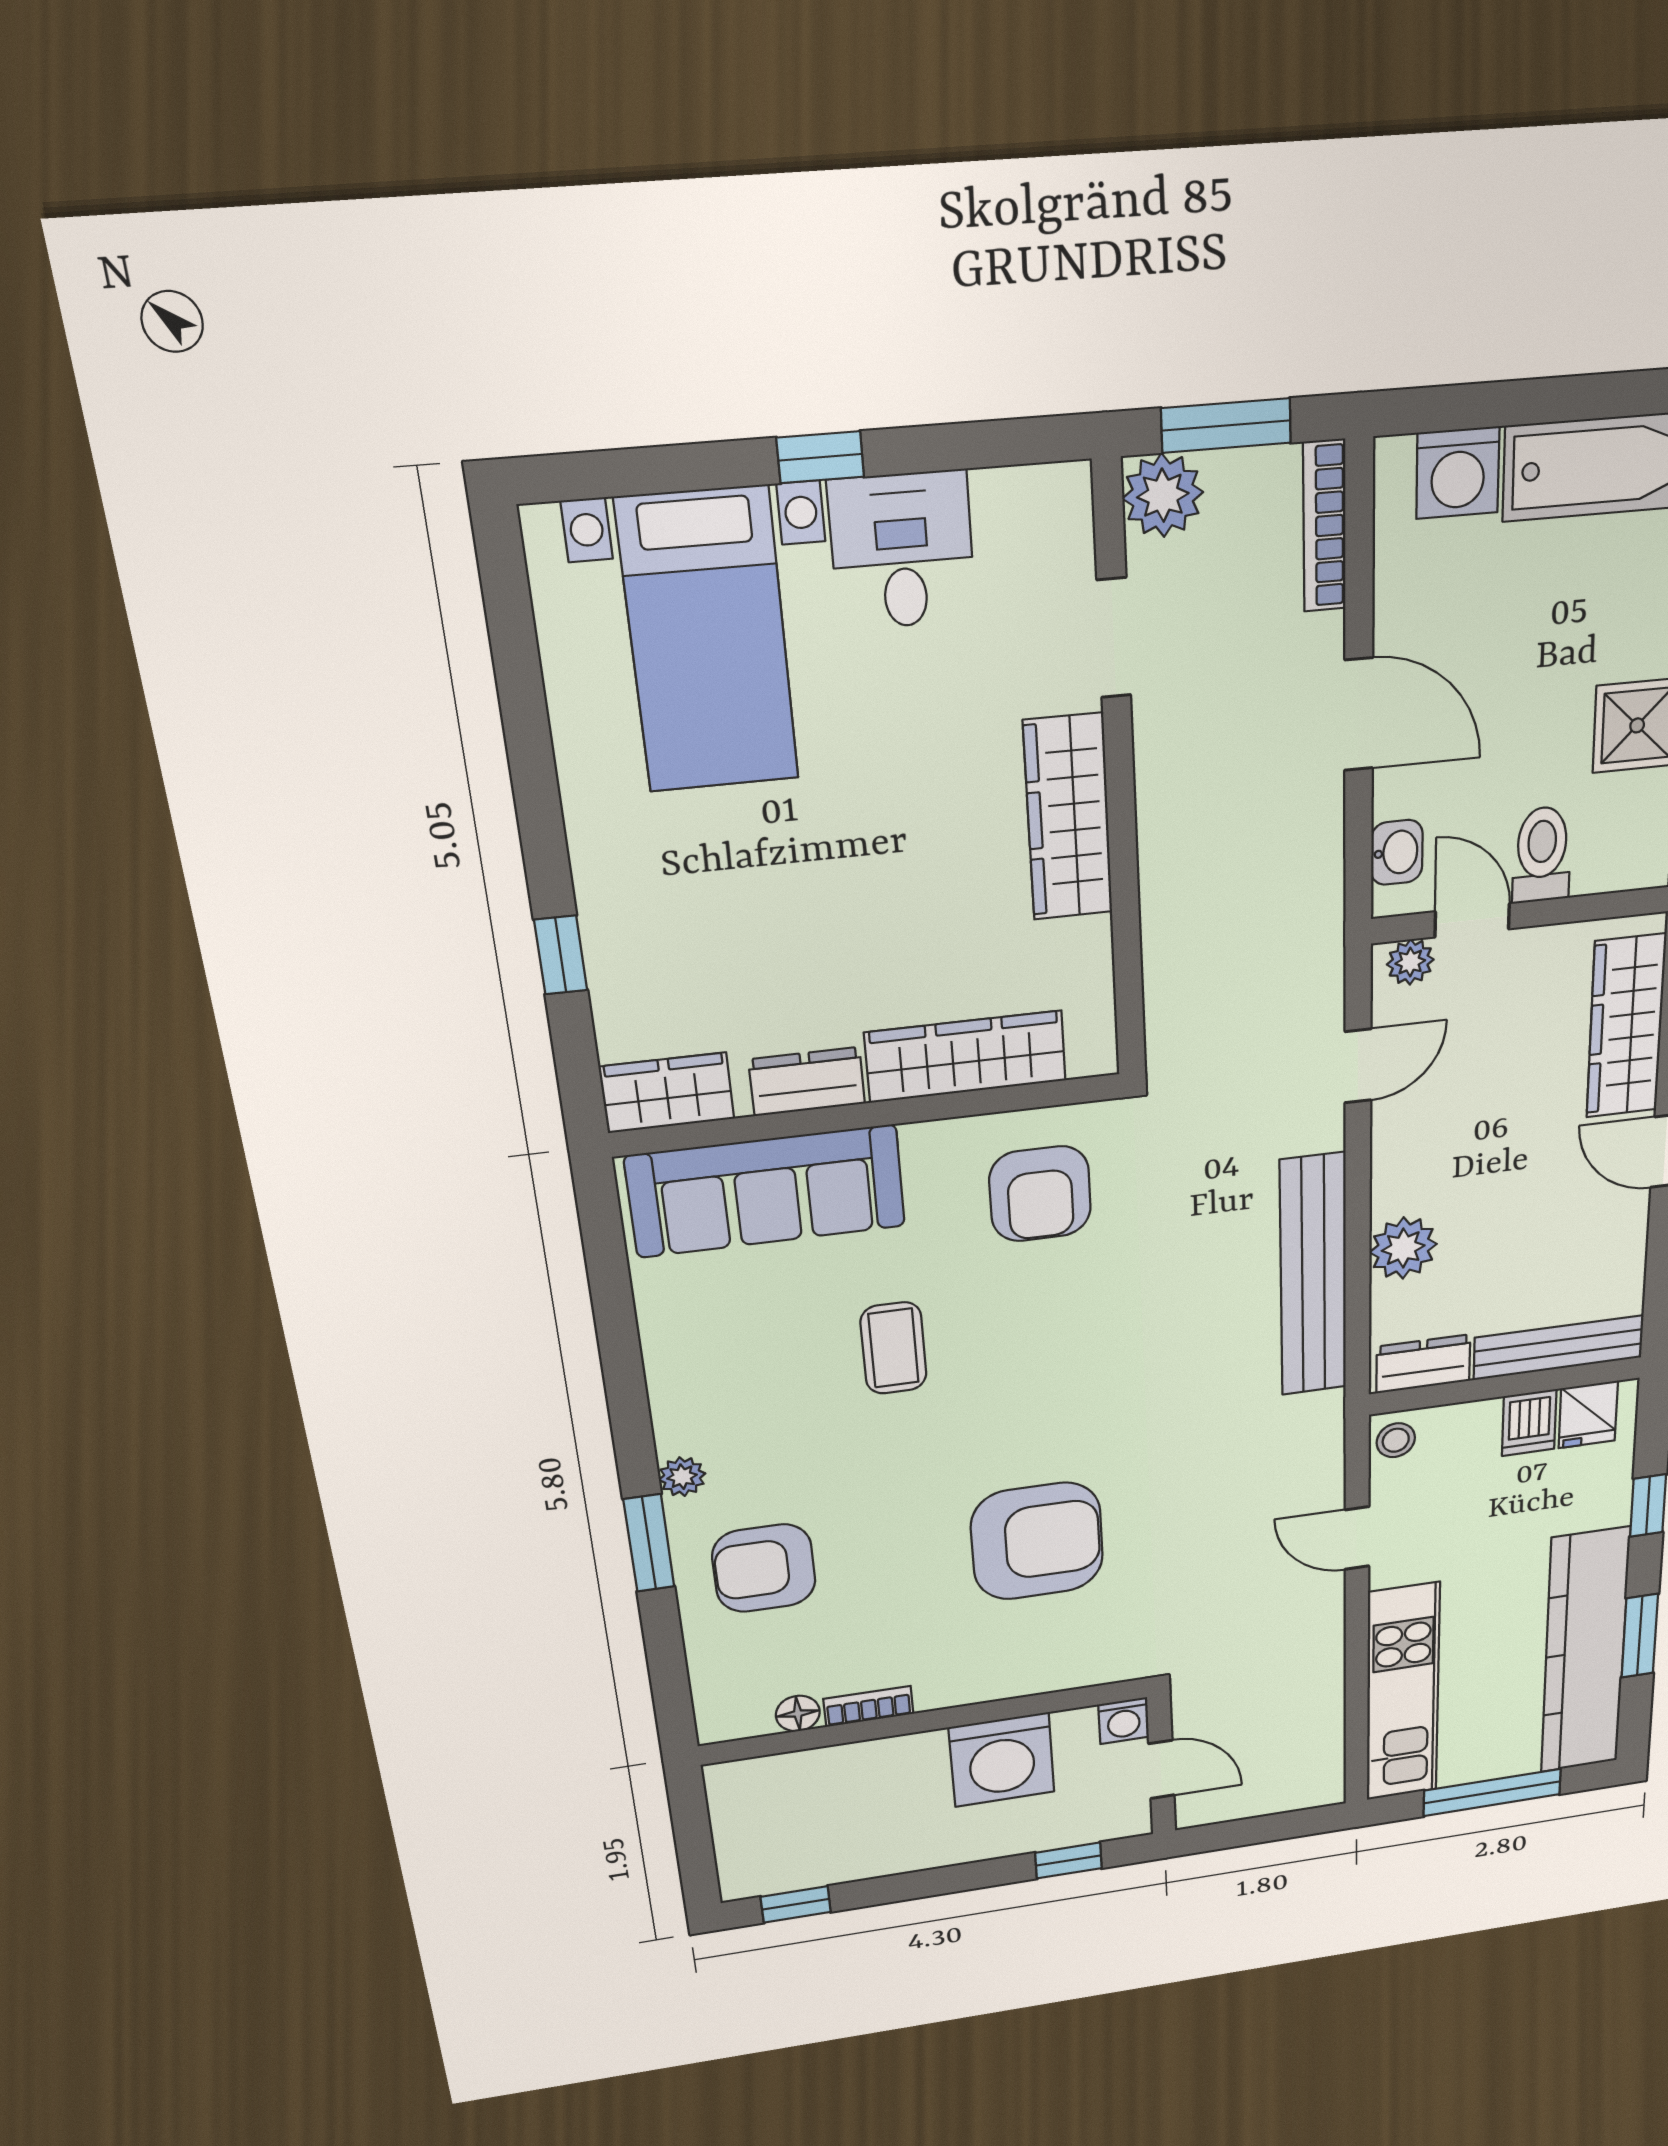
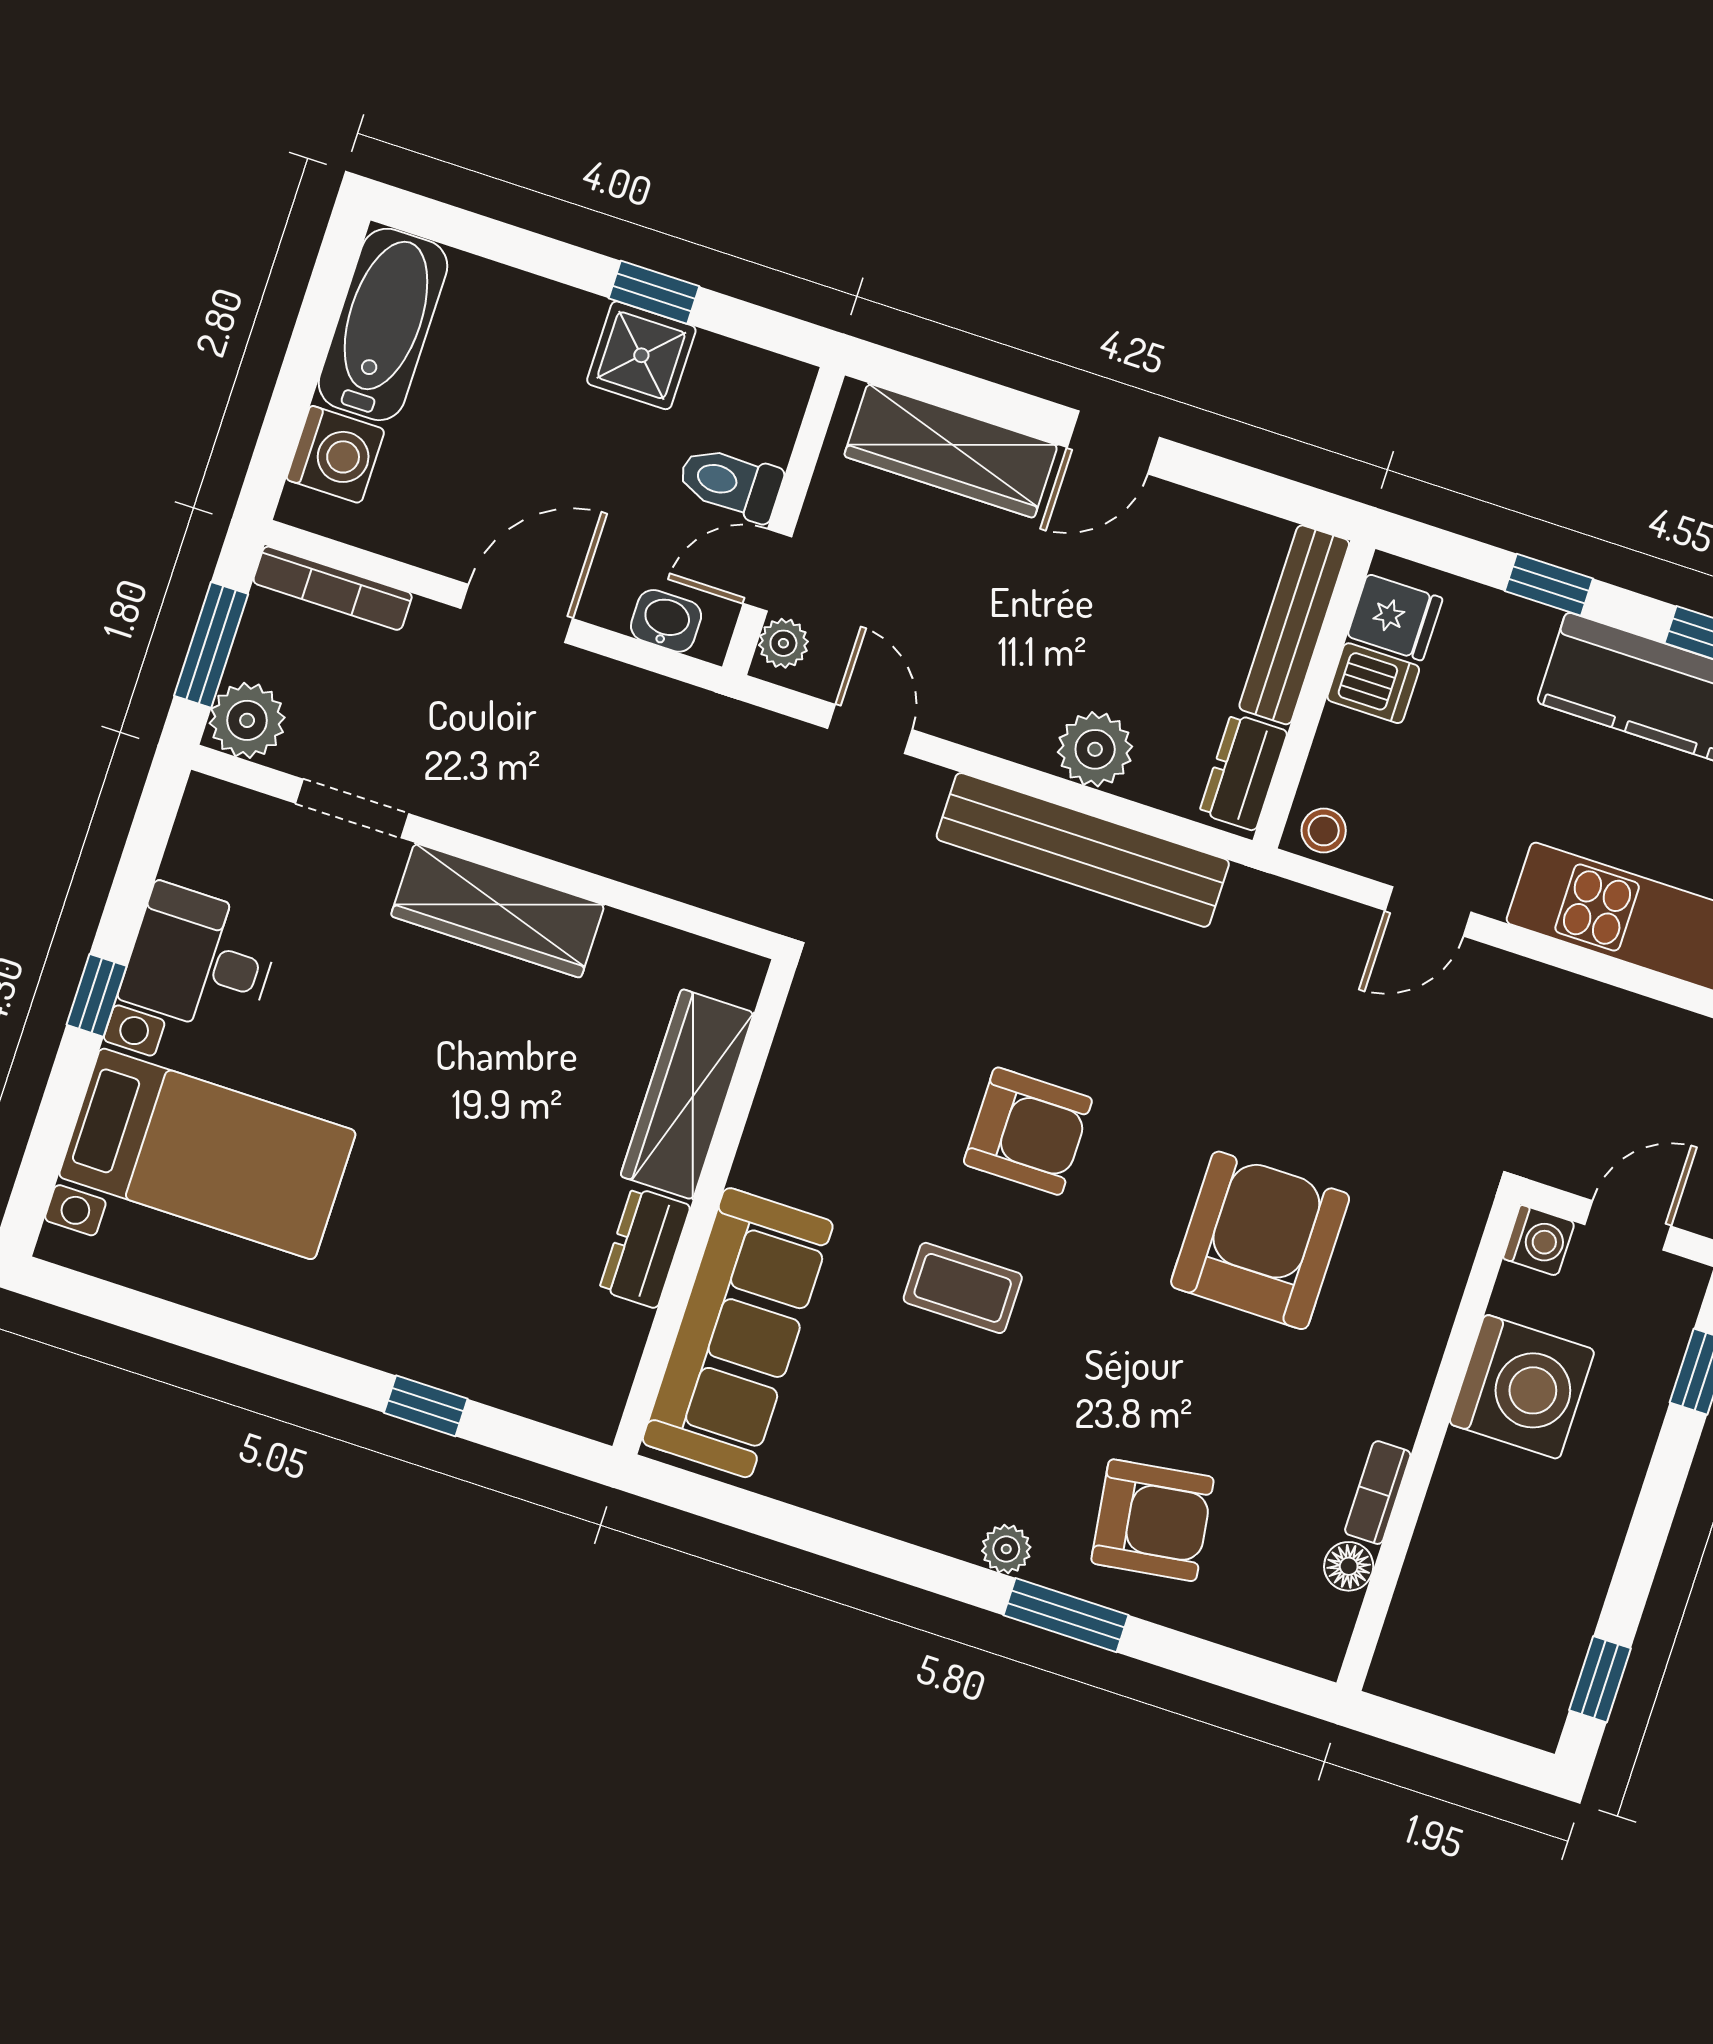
wardrobe: (667, 1093) -> (598, 1376), removed
armchair: (1040, 1194) -> (1028, 1131), moved
armchair: (764, 1568) -> (1152, 1520), turned -98

